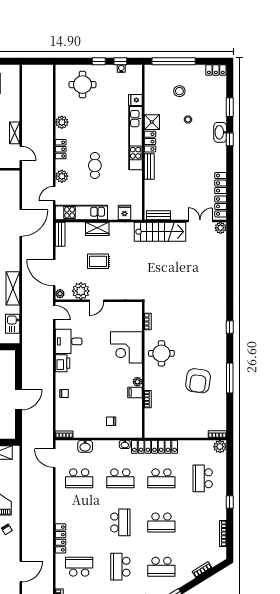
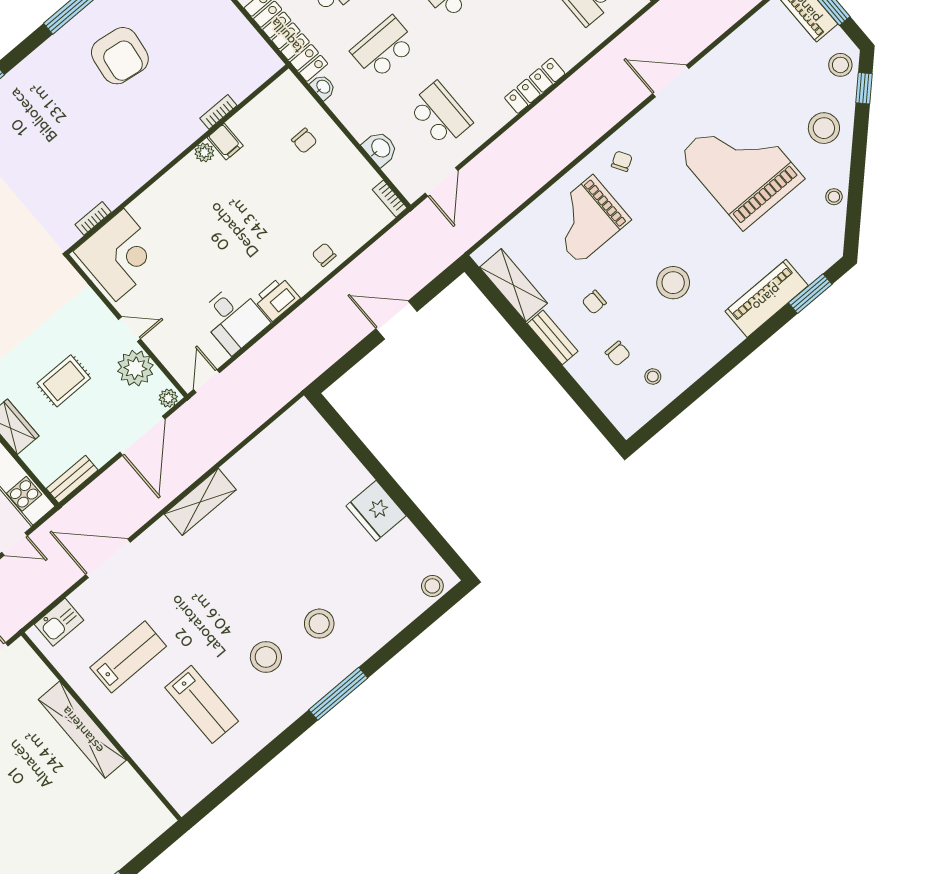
rug: (98, 261) -> (64, 381), turned 90
shelving: (13, 288) -> (200, 502), moved
kitchen sink: (13, 324) -> (59, 622), moved
corner desk: (126, 347) -> (120, 255), moved
round table: (161, 353) -> (126, 152), removed
armchair: (198, 381) -> (120, 56), turned 90
school desk: (120, 478) -> (384, 48), turned -90
locker: (61, 538) -> (535, 86), moved

